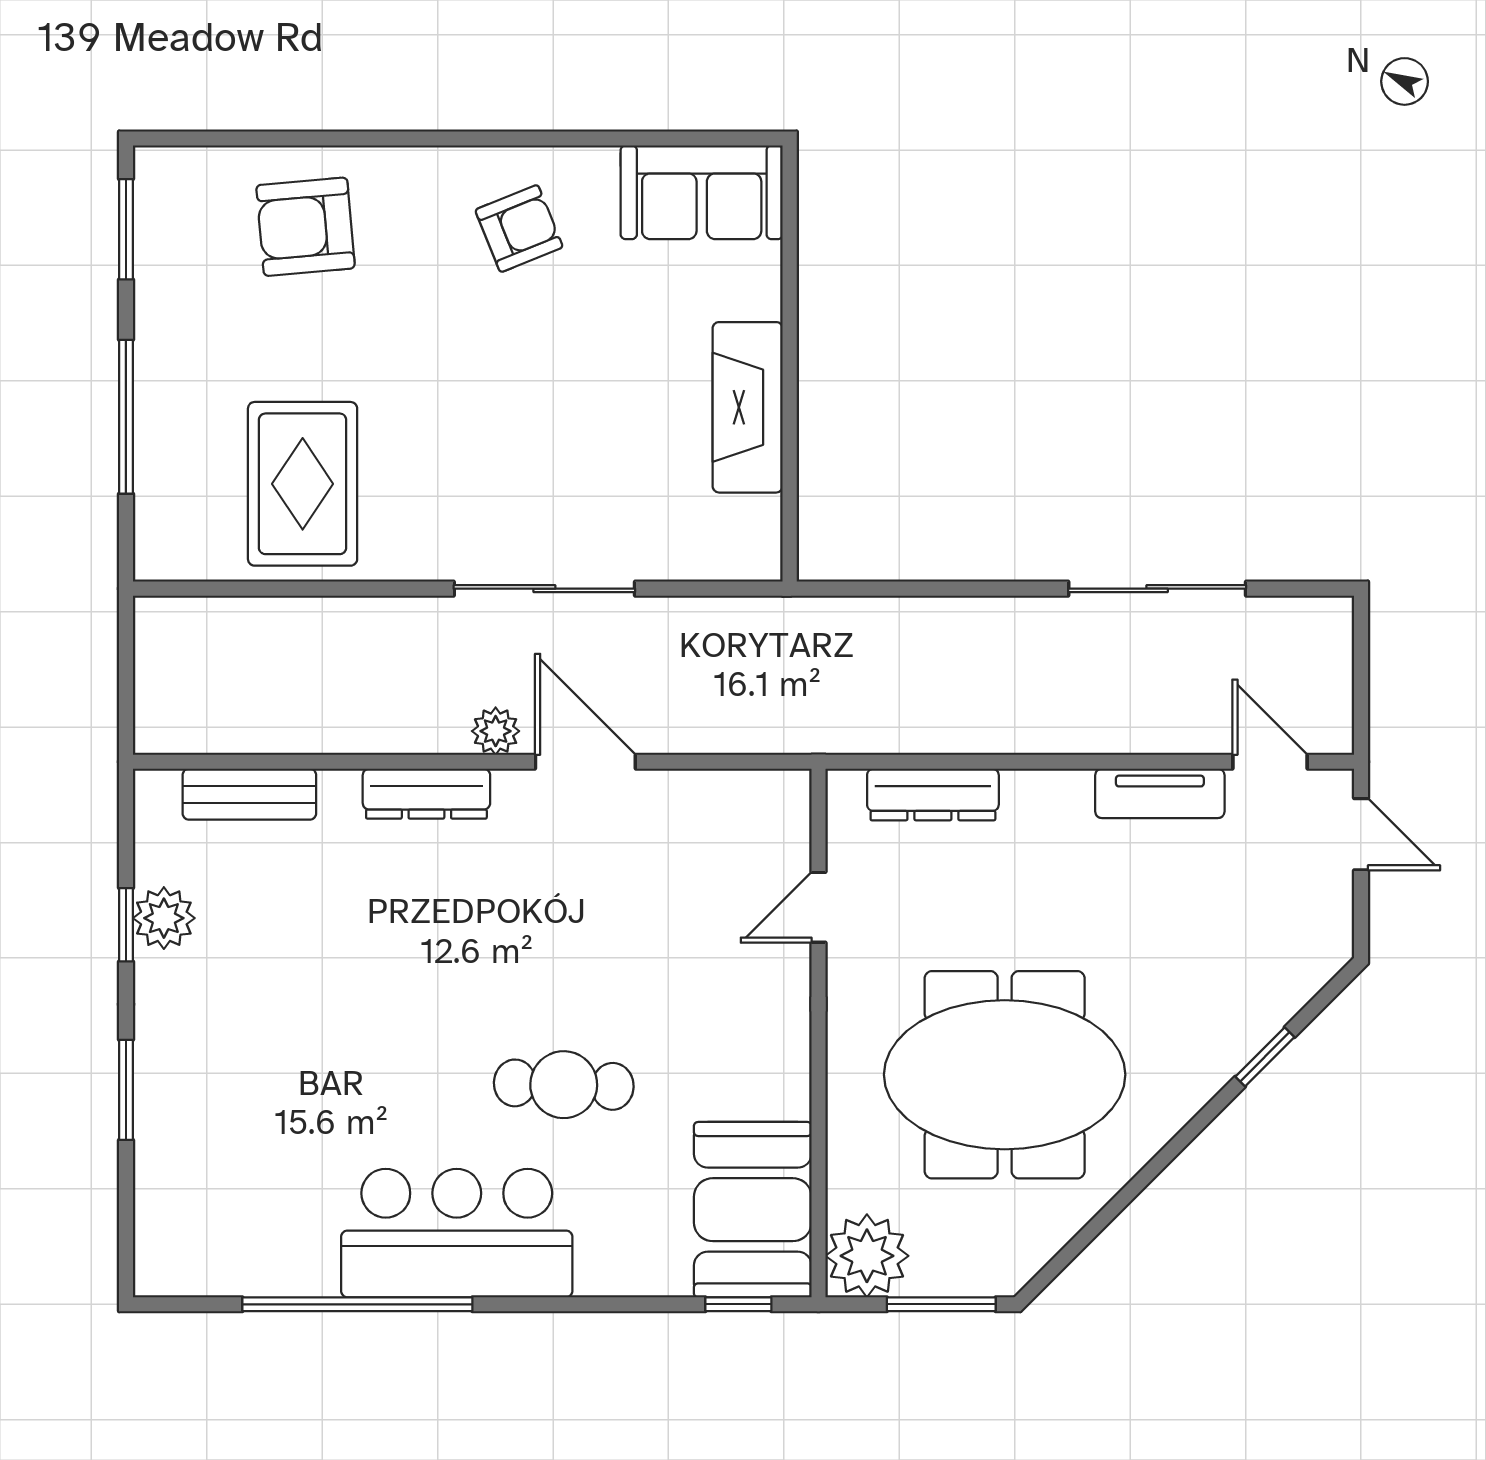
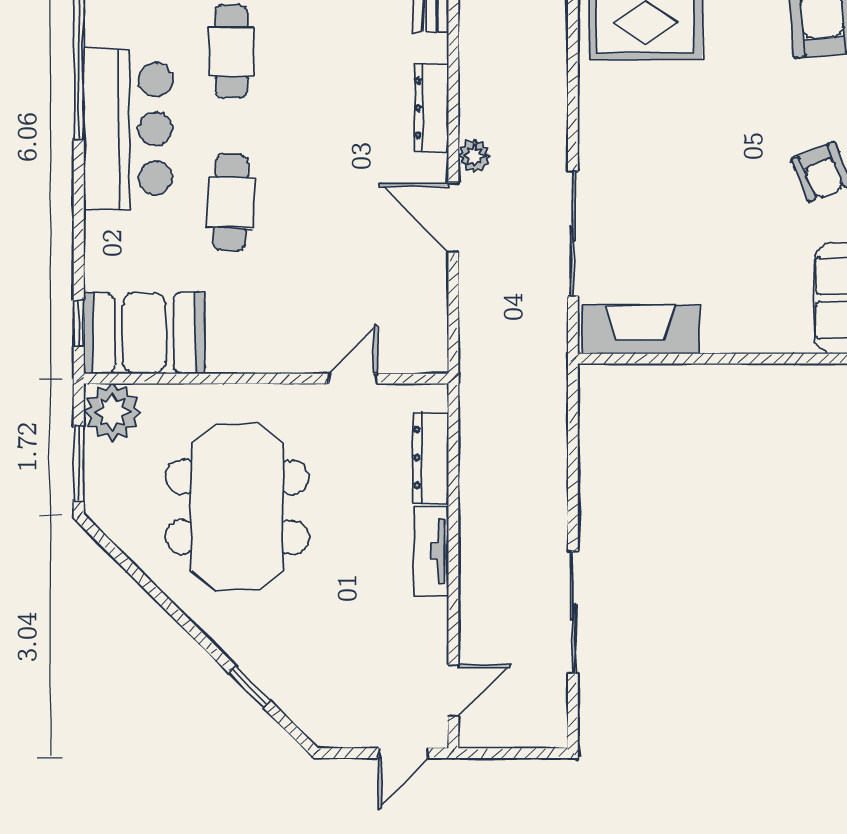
fireplace: (748, 407) -> (640, 330), moved
sliding door: (544, 589) -> (573, 234), moved
door: (585, 762) -> (453, 218), swing flipped
tv unit: (1160, 793) -> (432, 551), moved
door: (819, 907) -> (353, 379), hinge flipped
cafe table: (345, 1083) -> (231, 51), added

